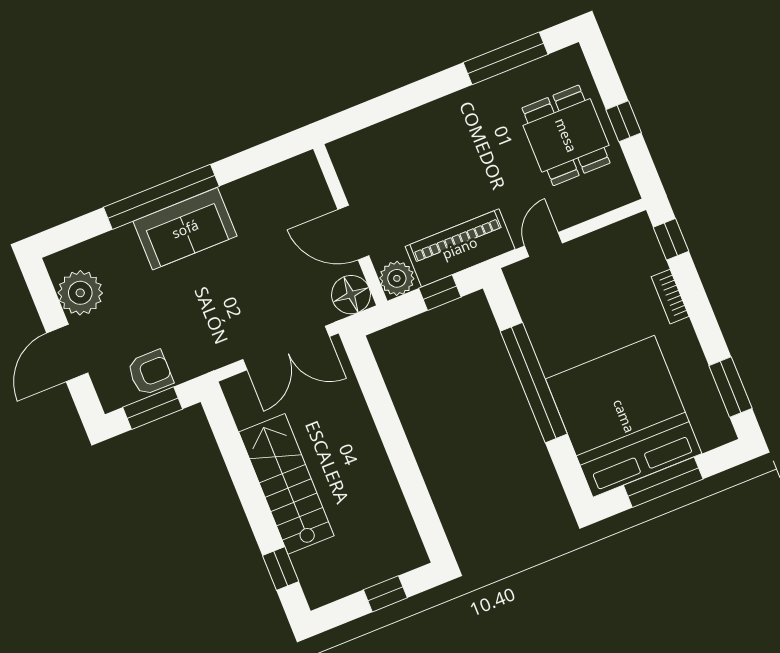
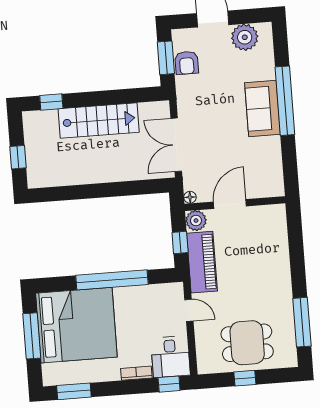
desk: (627, 251) -> (170, 357), added
floor lamp: (351, 295) -> (190, 197), width x0.53, depth x0.53

